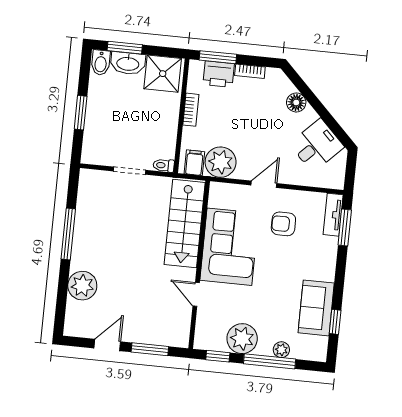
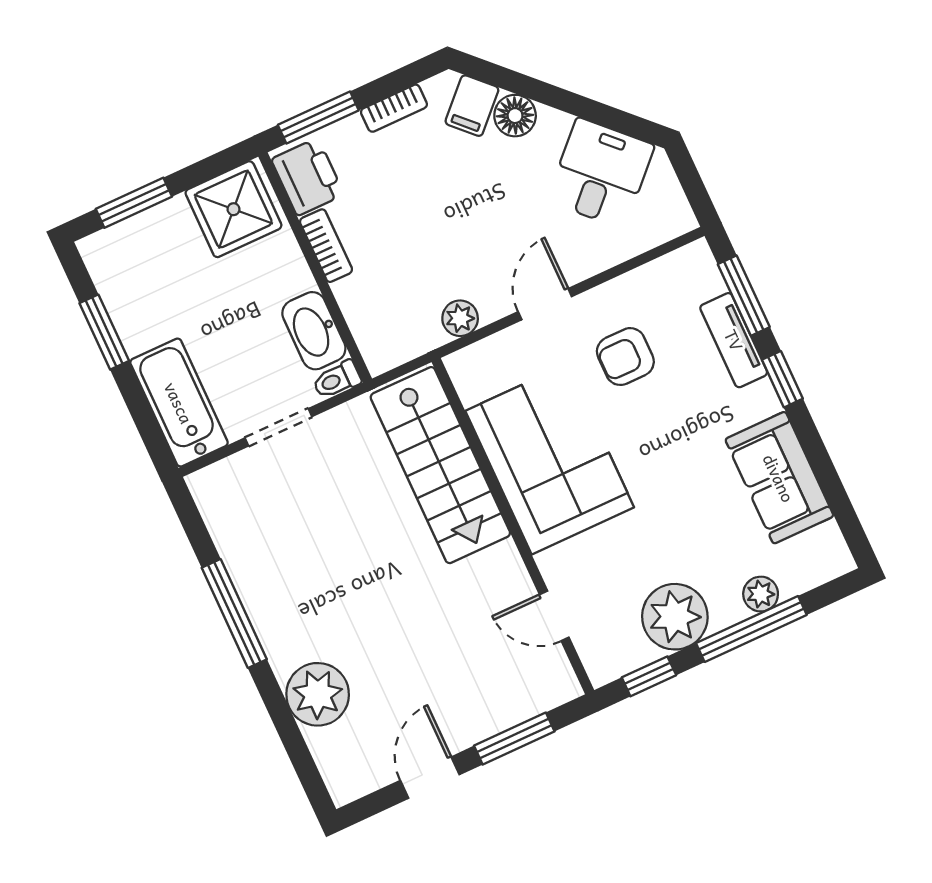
bidet: (101, 63) -> (105, 257), removed
washbasin: (128, 63) -> (314, 331), moved, turned 90
printer: (219, 74) -> (308, 177), moved, turned -90
window: (81, 113) -> (104, 332), moved
bathtub: (96, 137) -> (179, 403), added
plant: (221, 162) -> (460, 318), width x0.53, depth x0.53
filing cabinet: (194, 163) -> (472, 106), moved, turned -135
tv unit: (333, 215) -> (734, 340), moved
door: (196, 294) -> (554, 616), moved
window: (335, 322) -> (782, 379), moved

